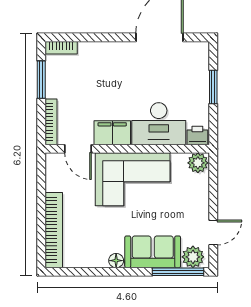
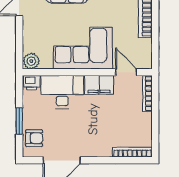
bookcase: (61, 48) -> (132, 152), width x1.56
armchair: (194, 65) -> (34, 138), added
window: (41, 80) -> (155, 127), removed

